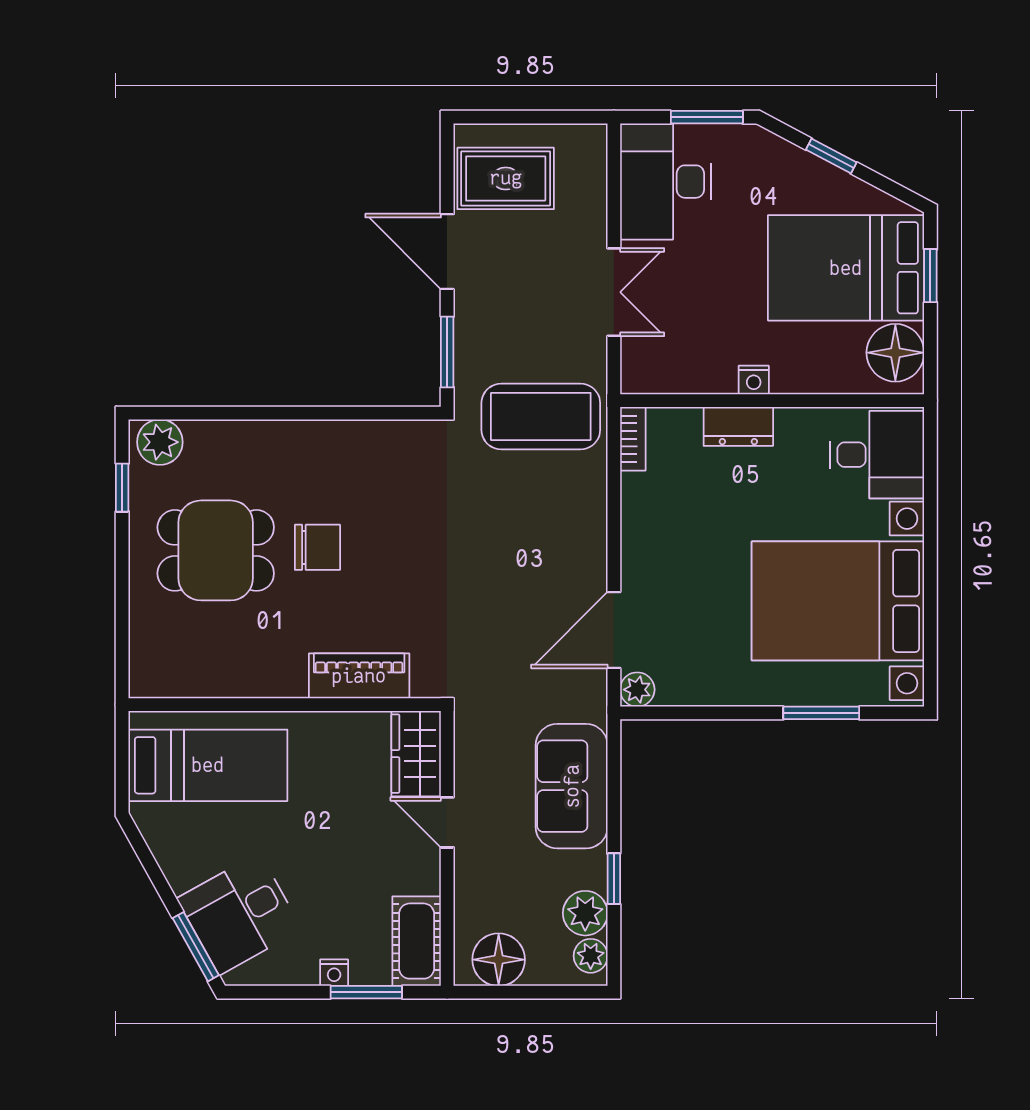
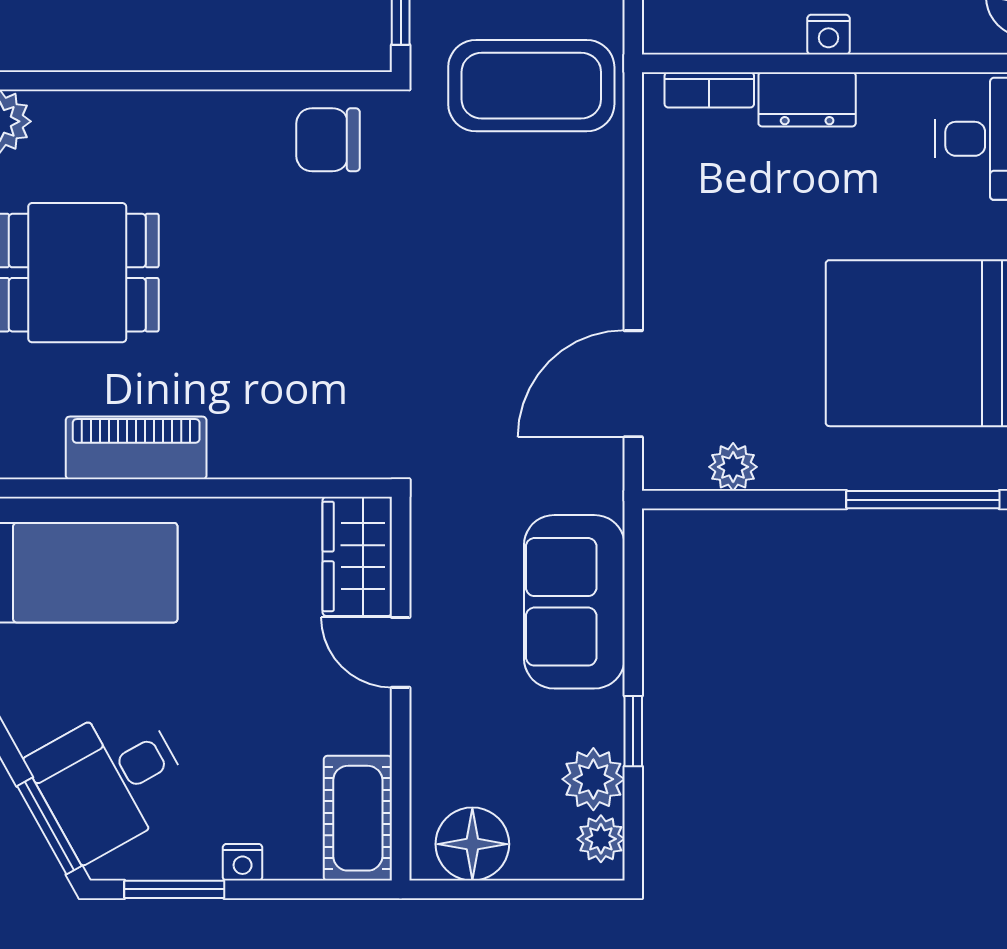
bookcase: (633, 439) -> (709, 90), moved, turned 90
chair: (317, 547) -> (328, 140), moved, turned 180
piano: (359, 676) -> (136, 448), moved
plant: (637, 690) -> (733, 467), moved
window: (821, 713) -> (923, 500), width x1.44
window: (366, 992) -> (174, 889), moved

